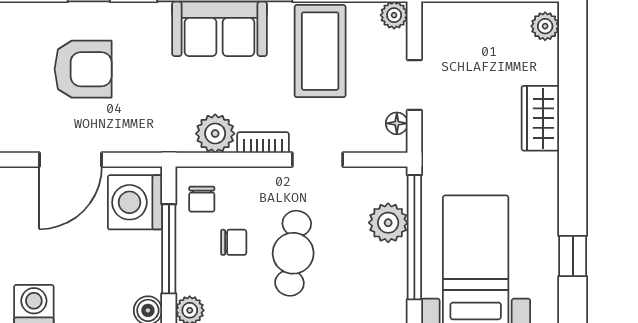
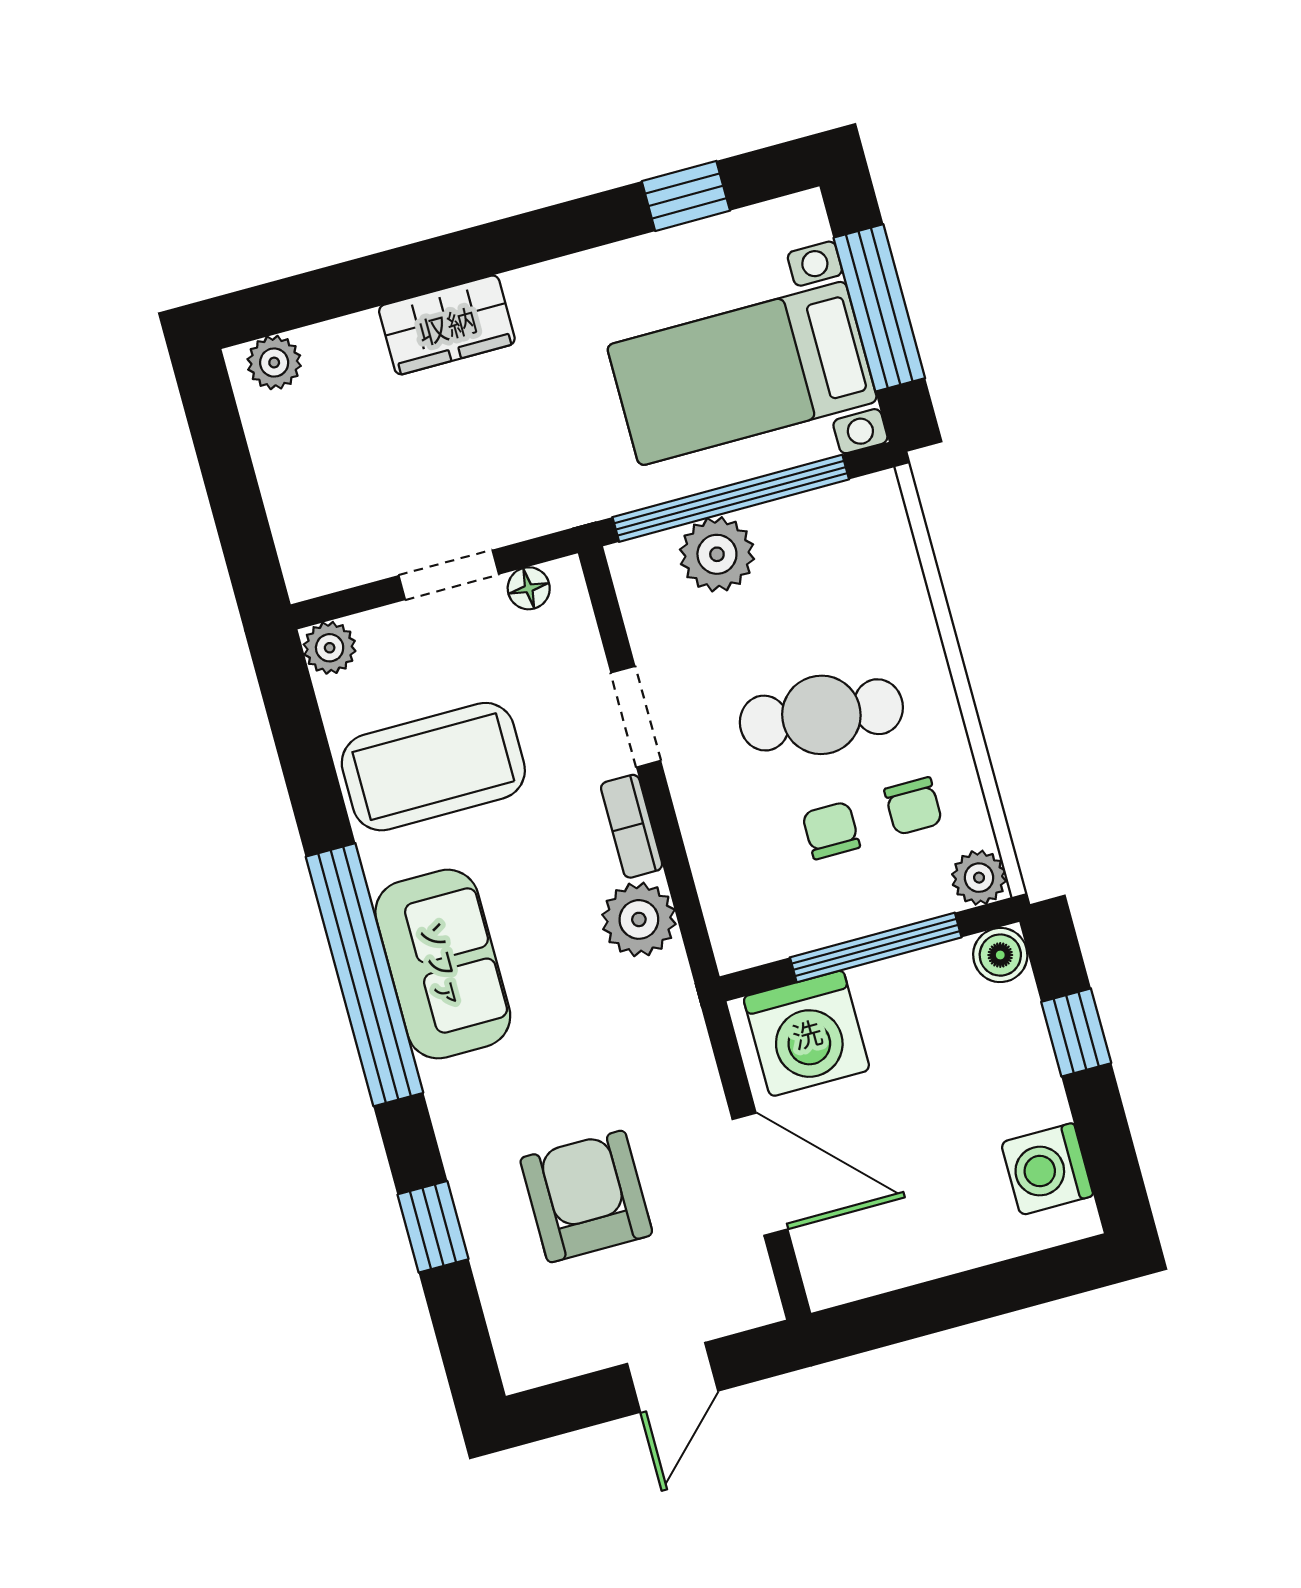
chair: (202, 199) -> (913, 806), moved, turned 90

